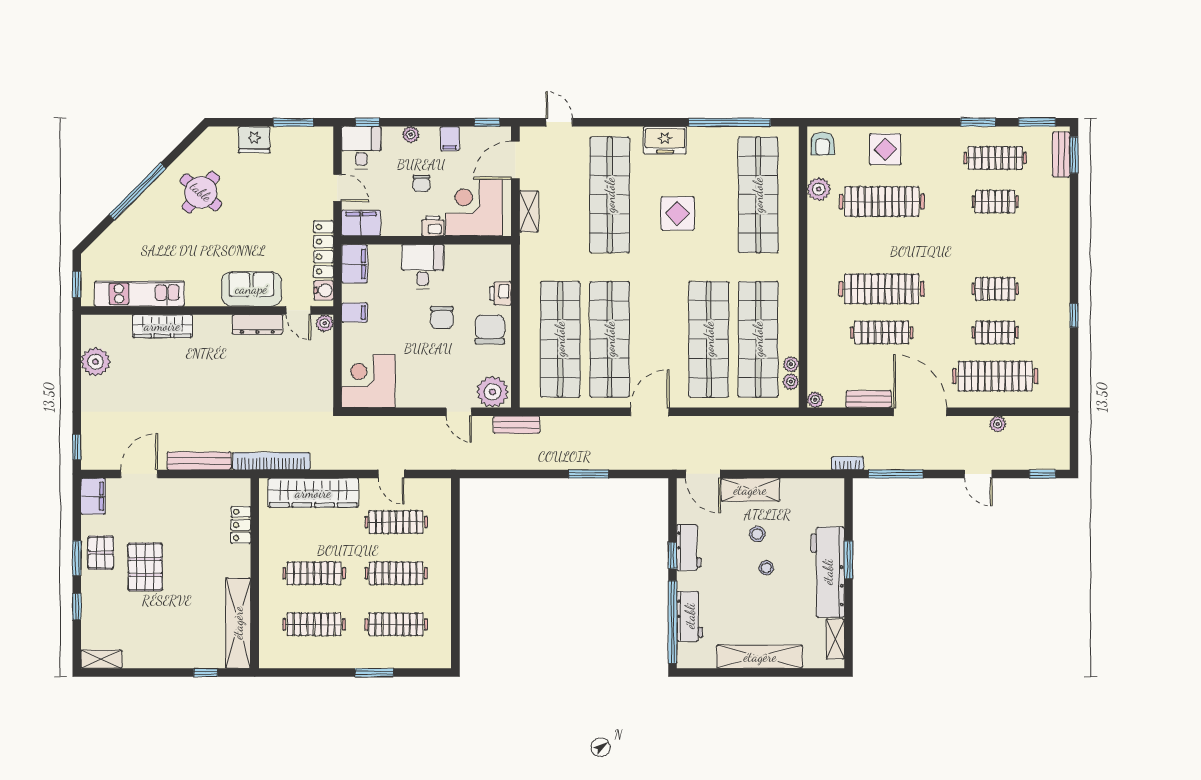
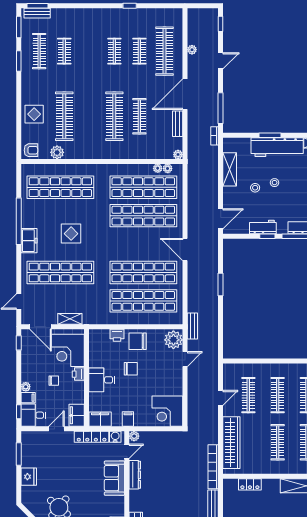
window: (730, 122) -> (19, 221), moved
filing cabinet: (450, 139) -> (28, 398), moved
shelving: (750, 490) -> (230, 169), moved

